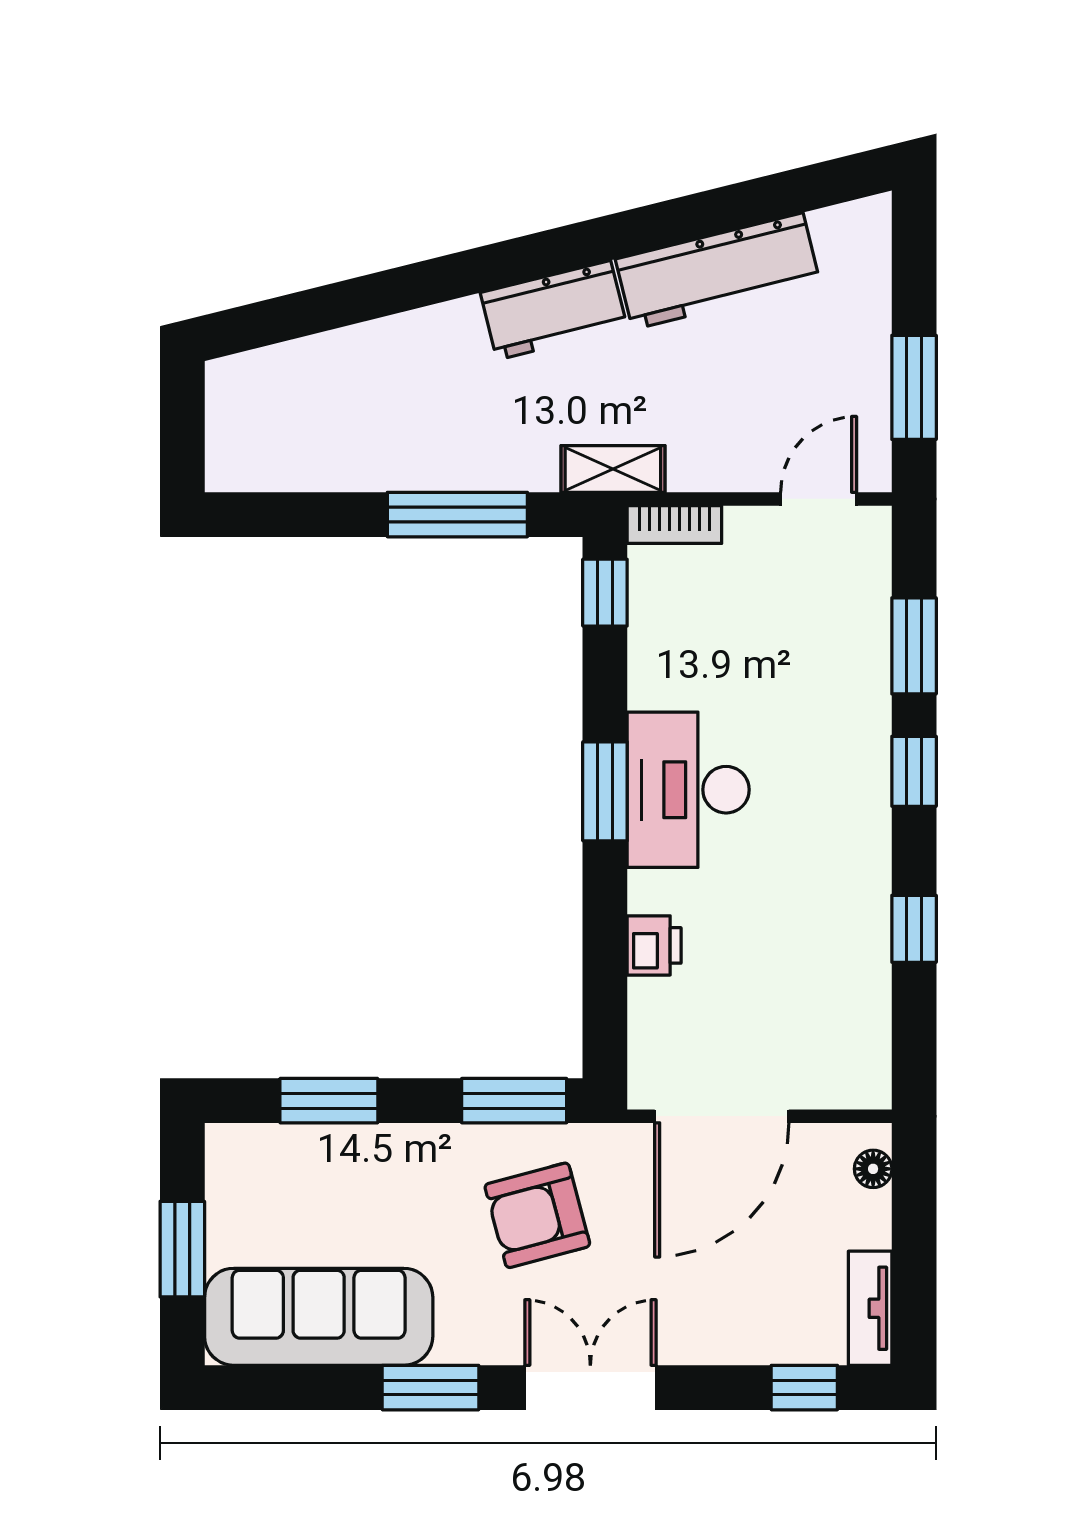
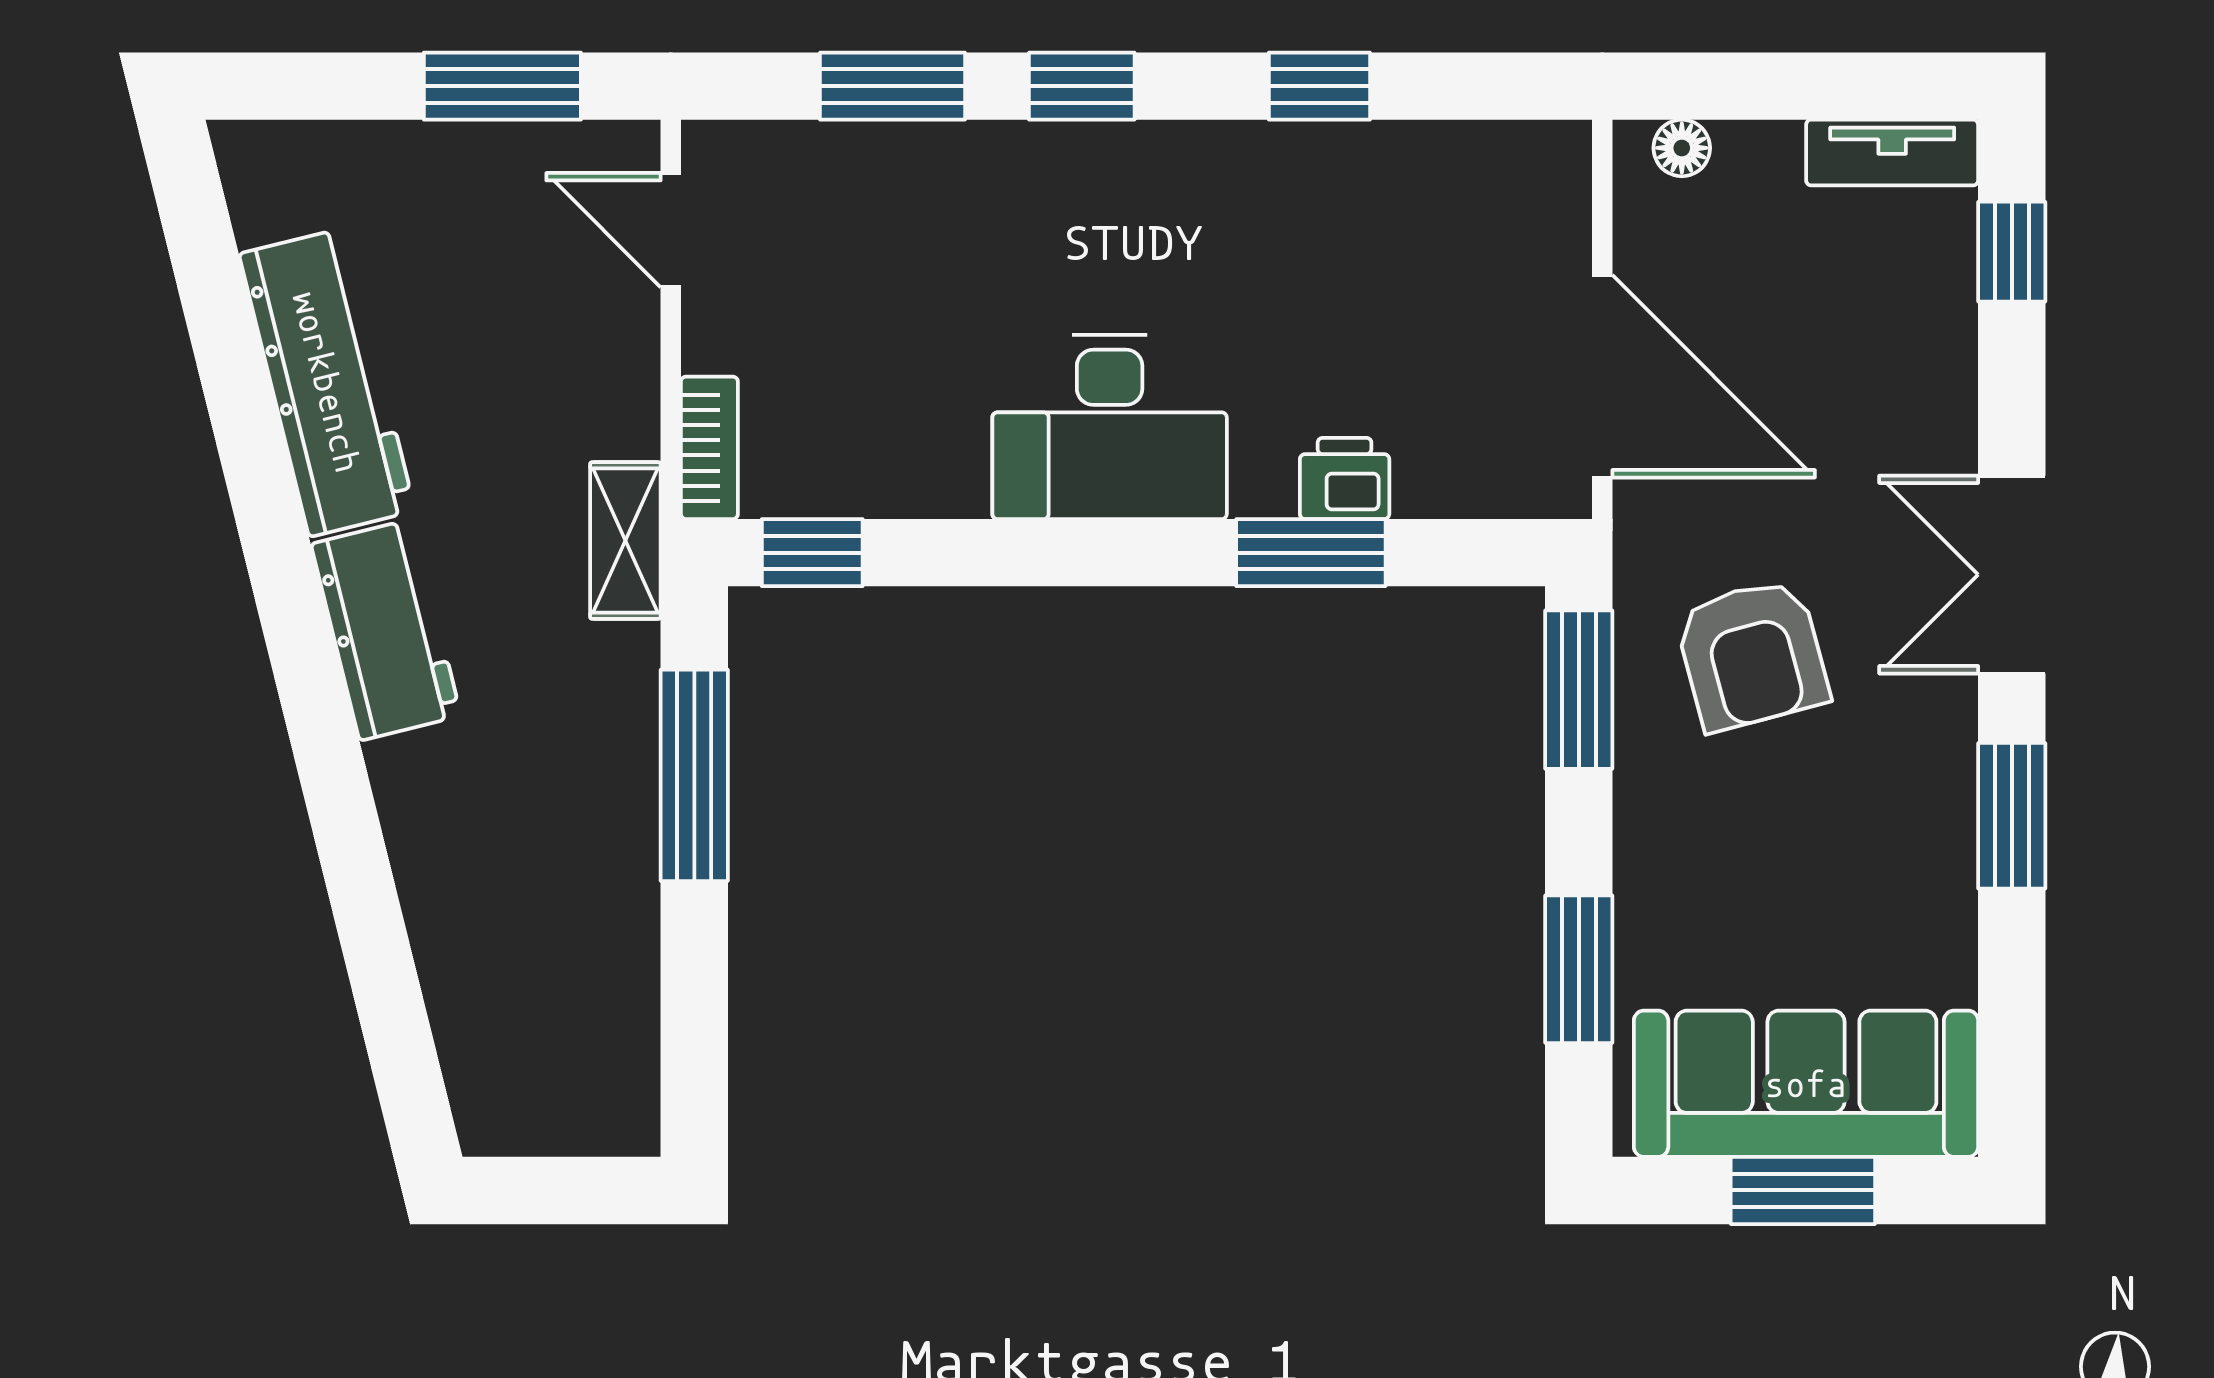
window: (605, 791) -> (1311, 553), moved
sofa: (319, 1317) -> (1806, 1084), moved, turned 90

